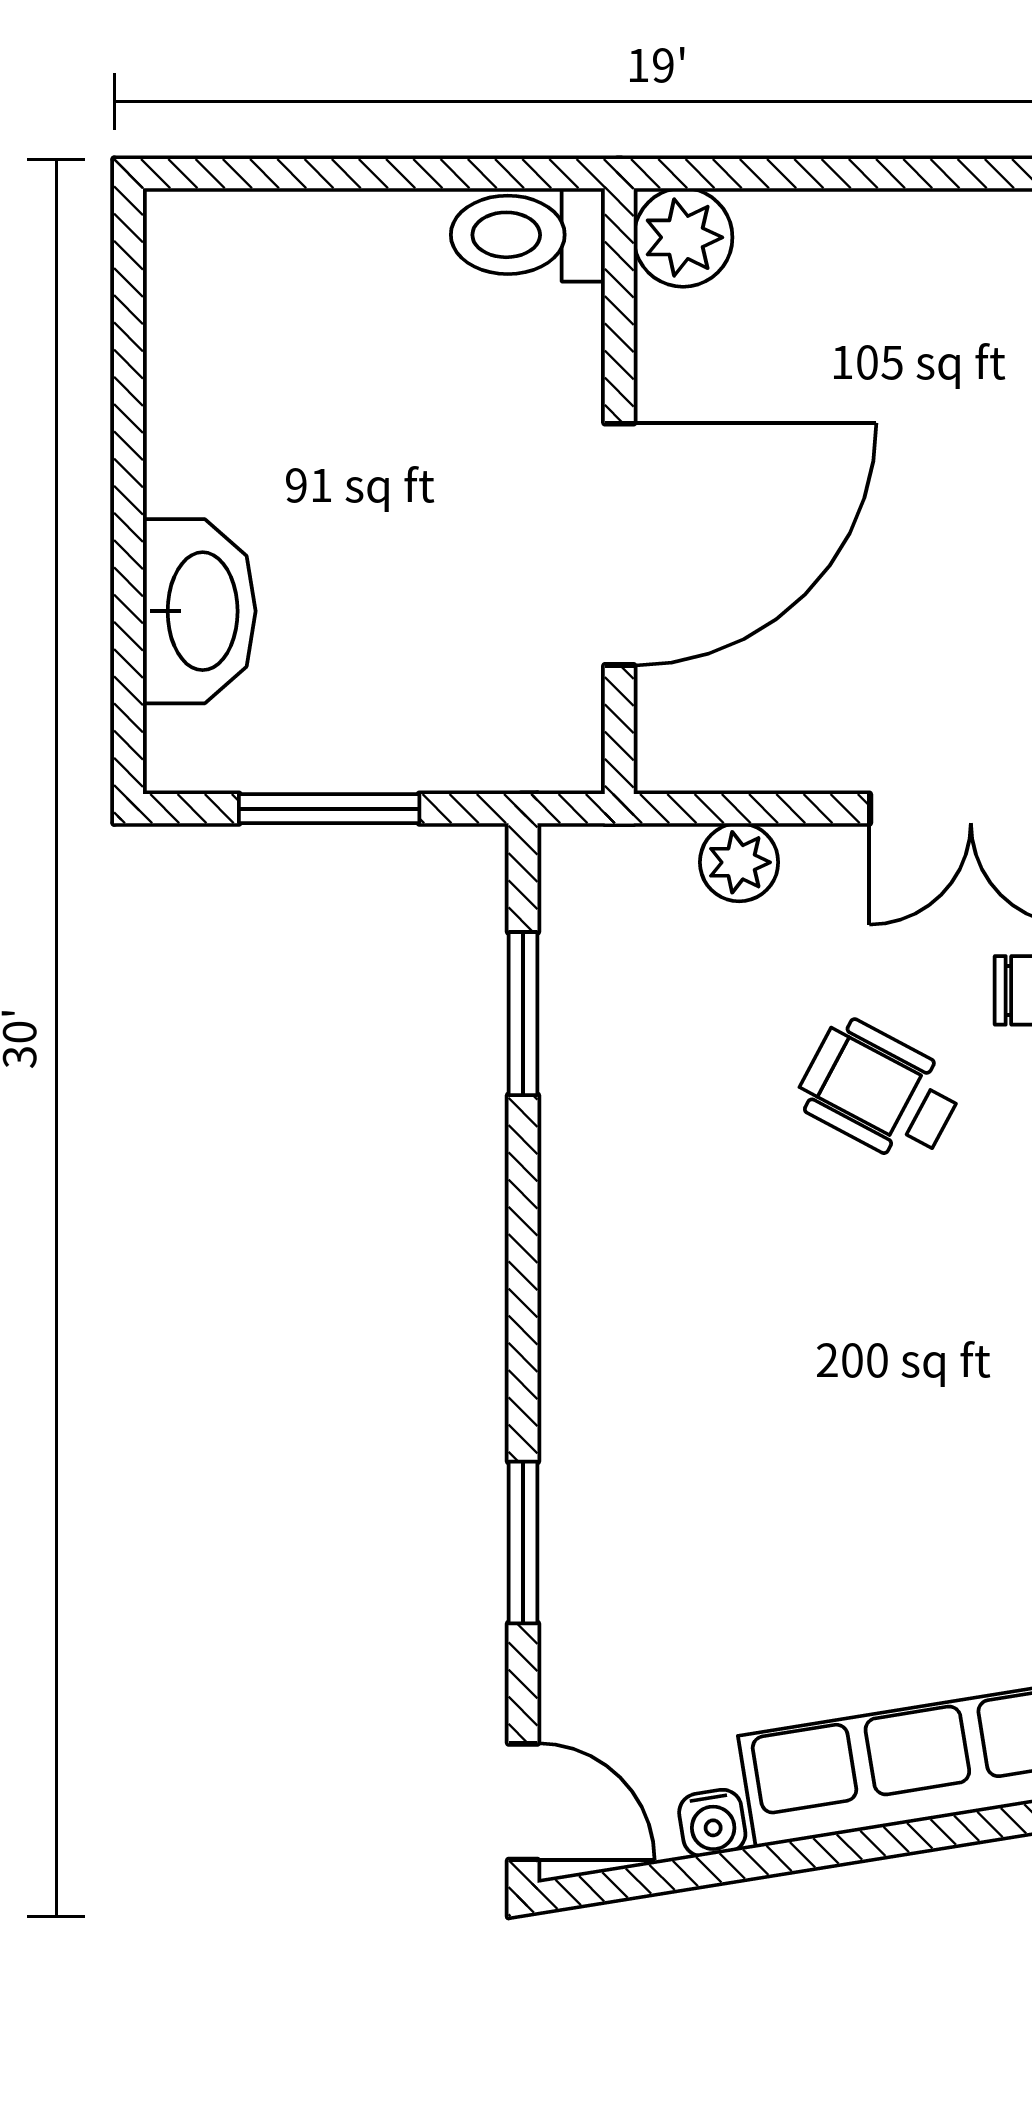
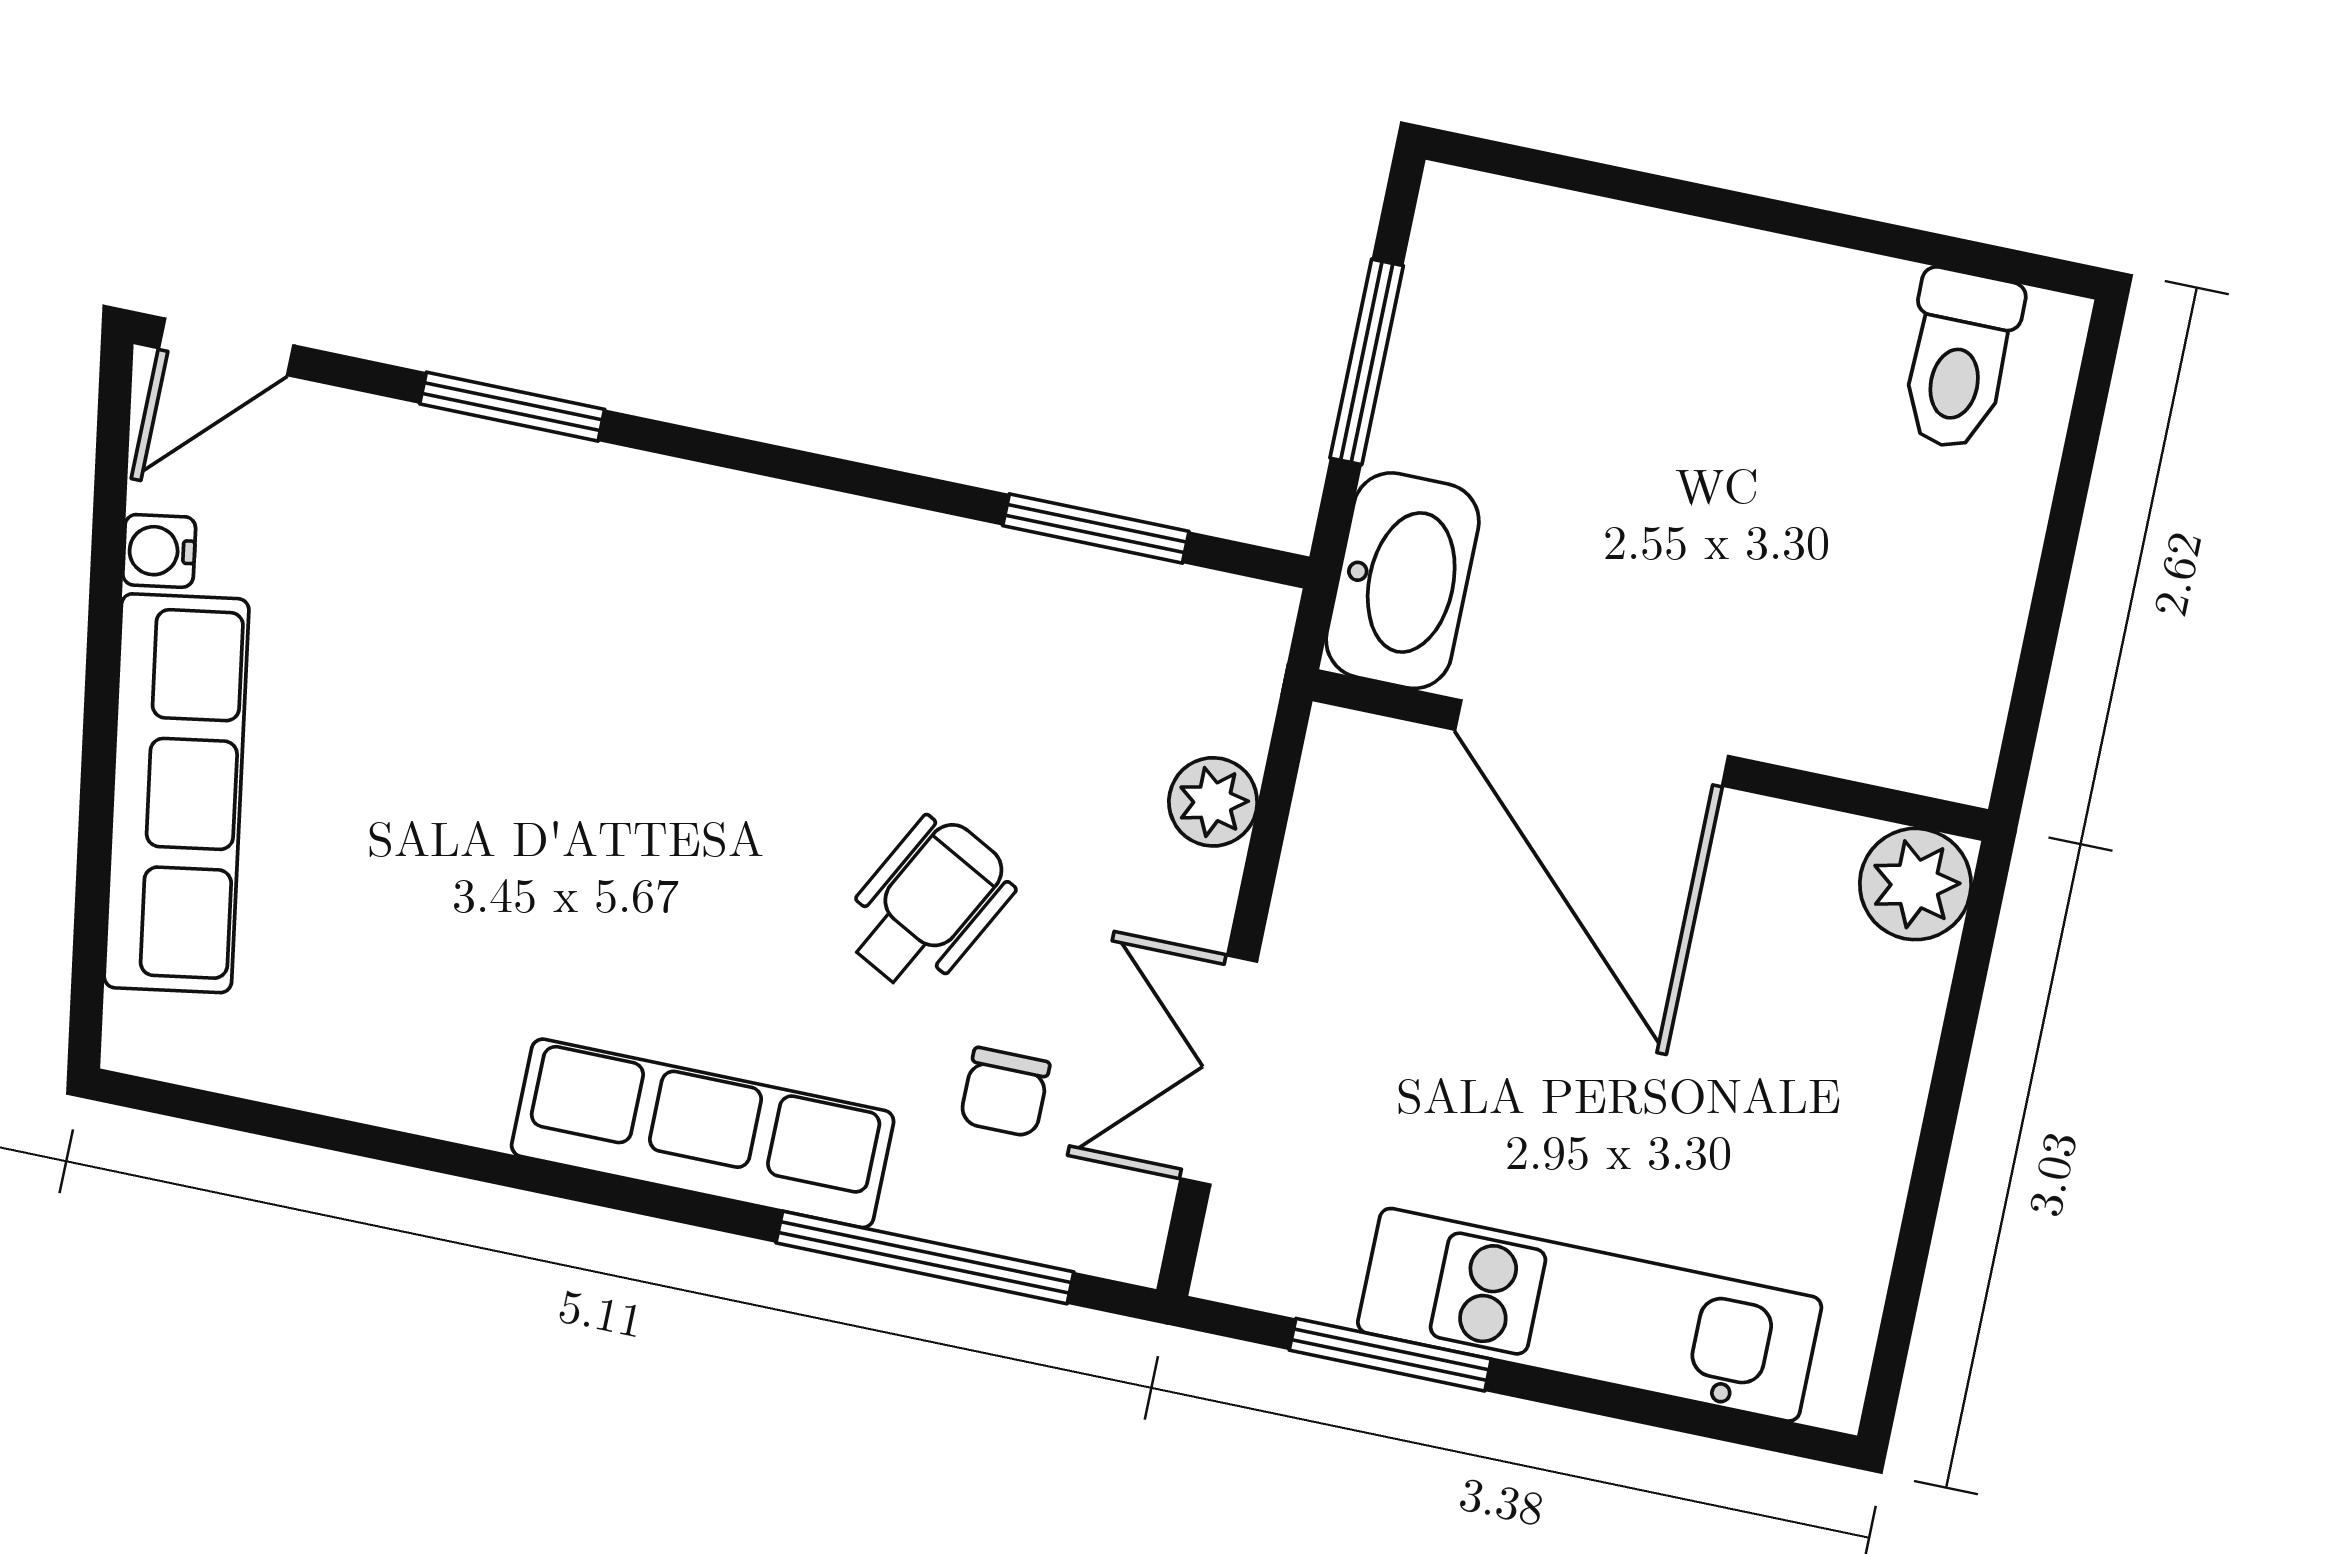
toilet: (528, 235) -> (1959, 360), moved, turned 180
washbasin: (199, 611) -> (1402, 581), moved, turned -90

